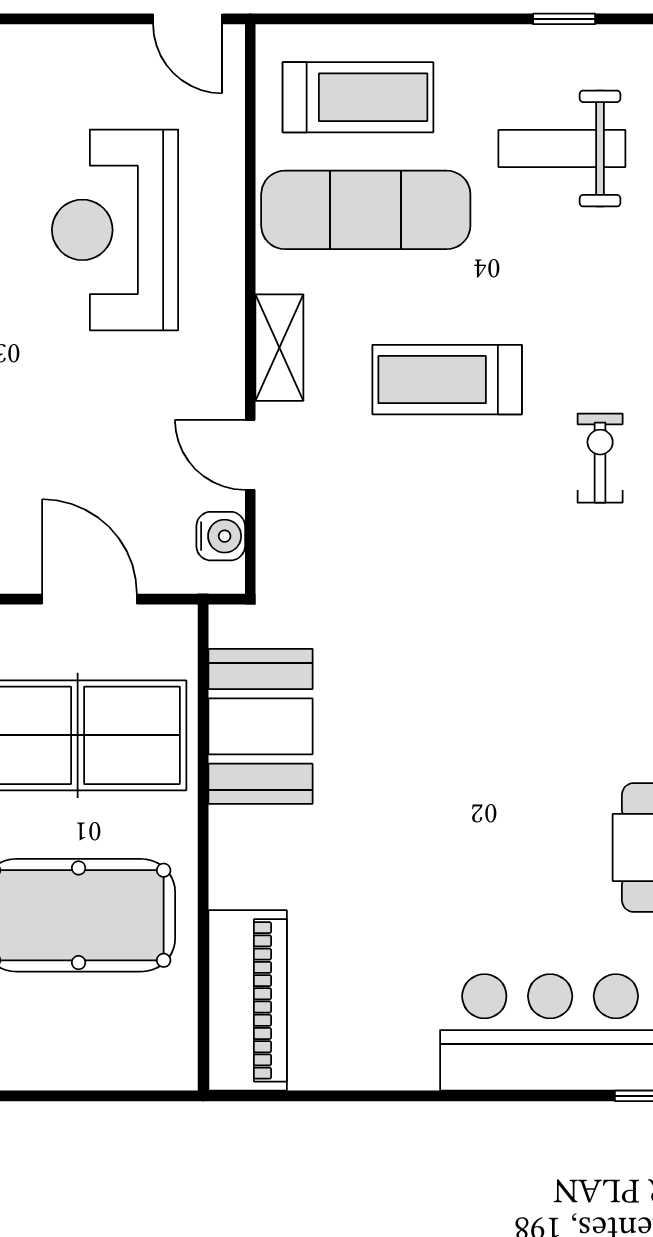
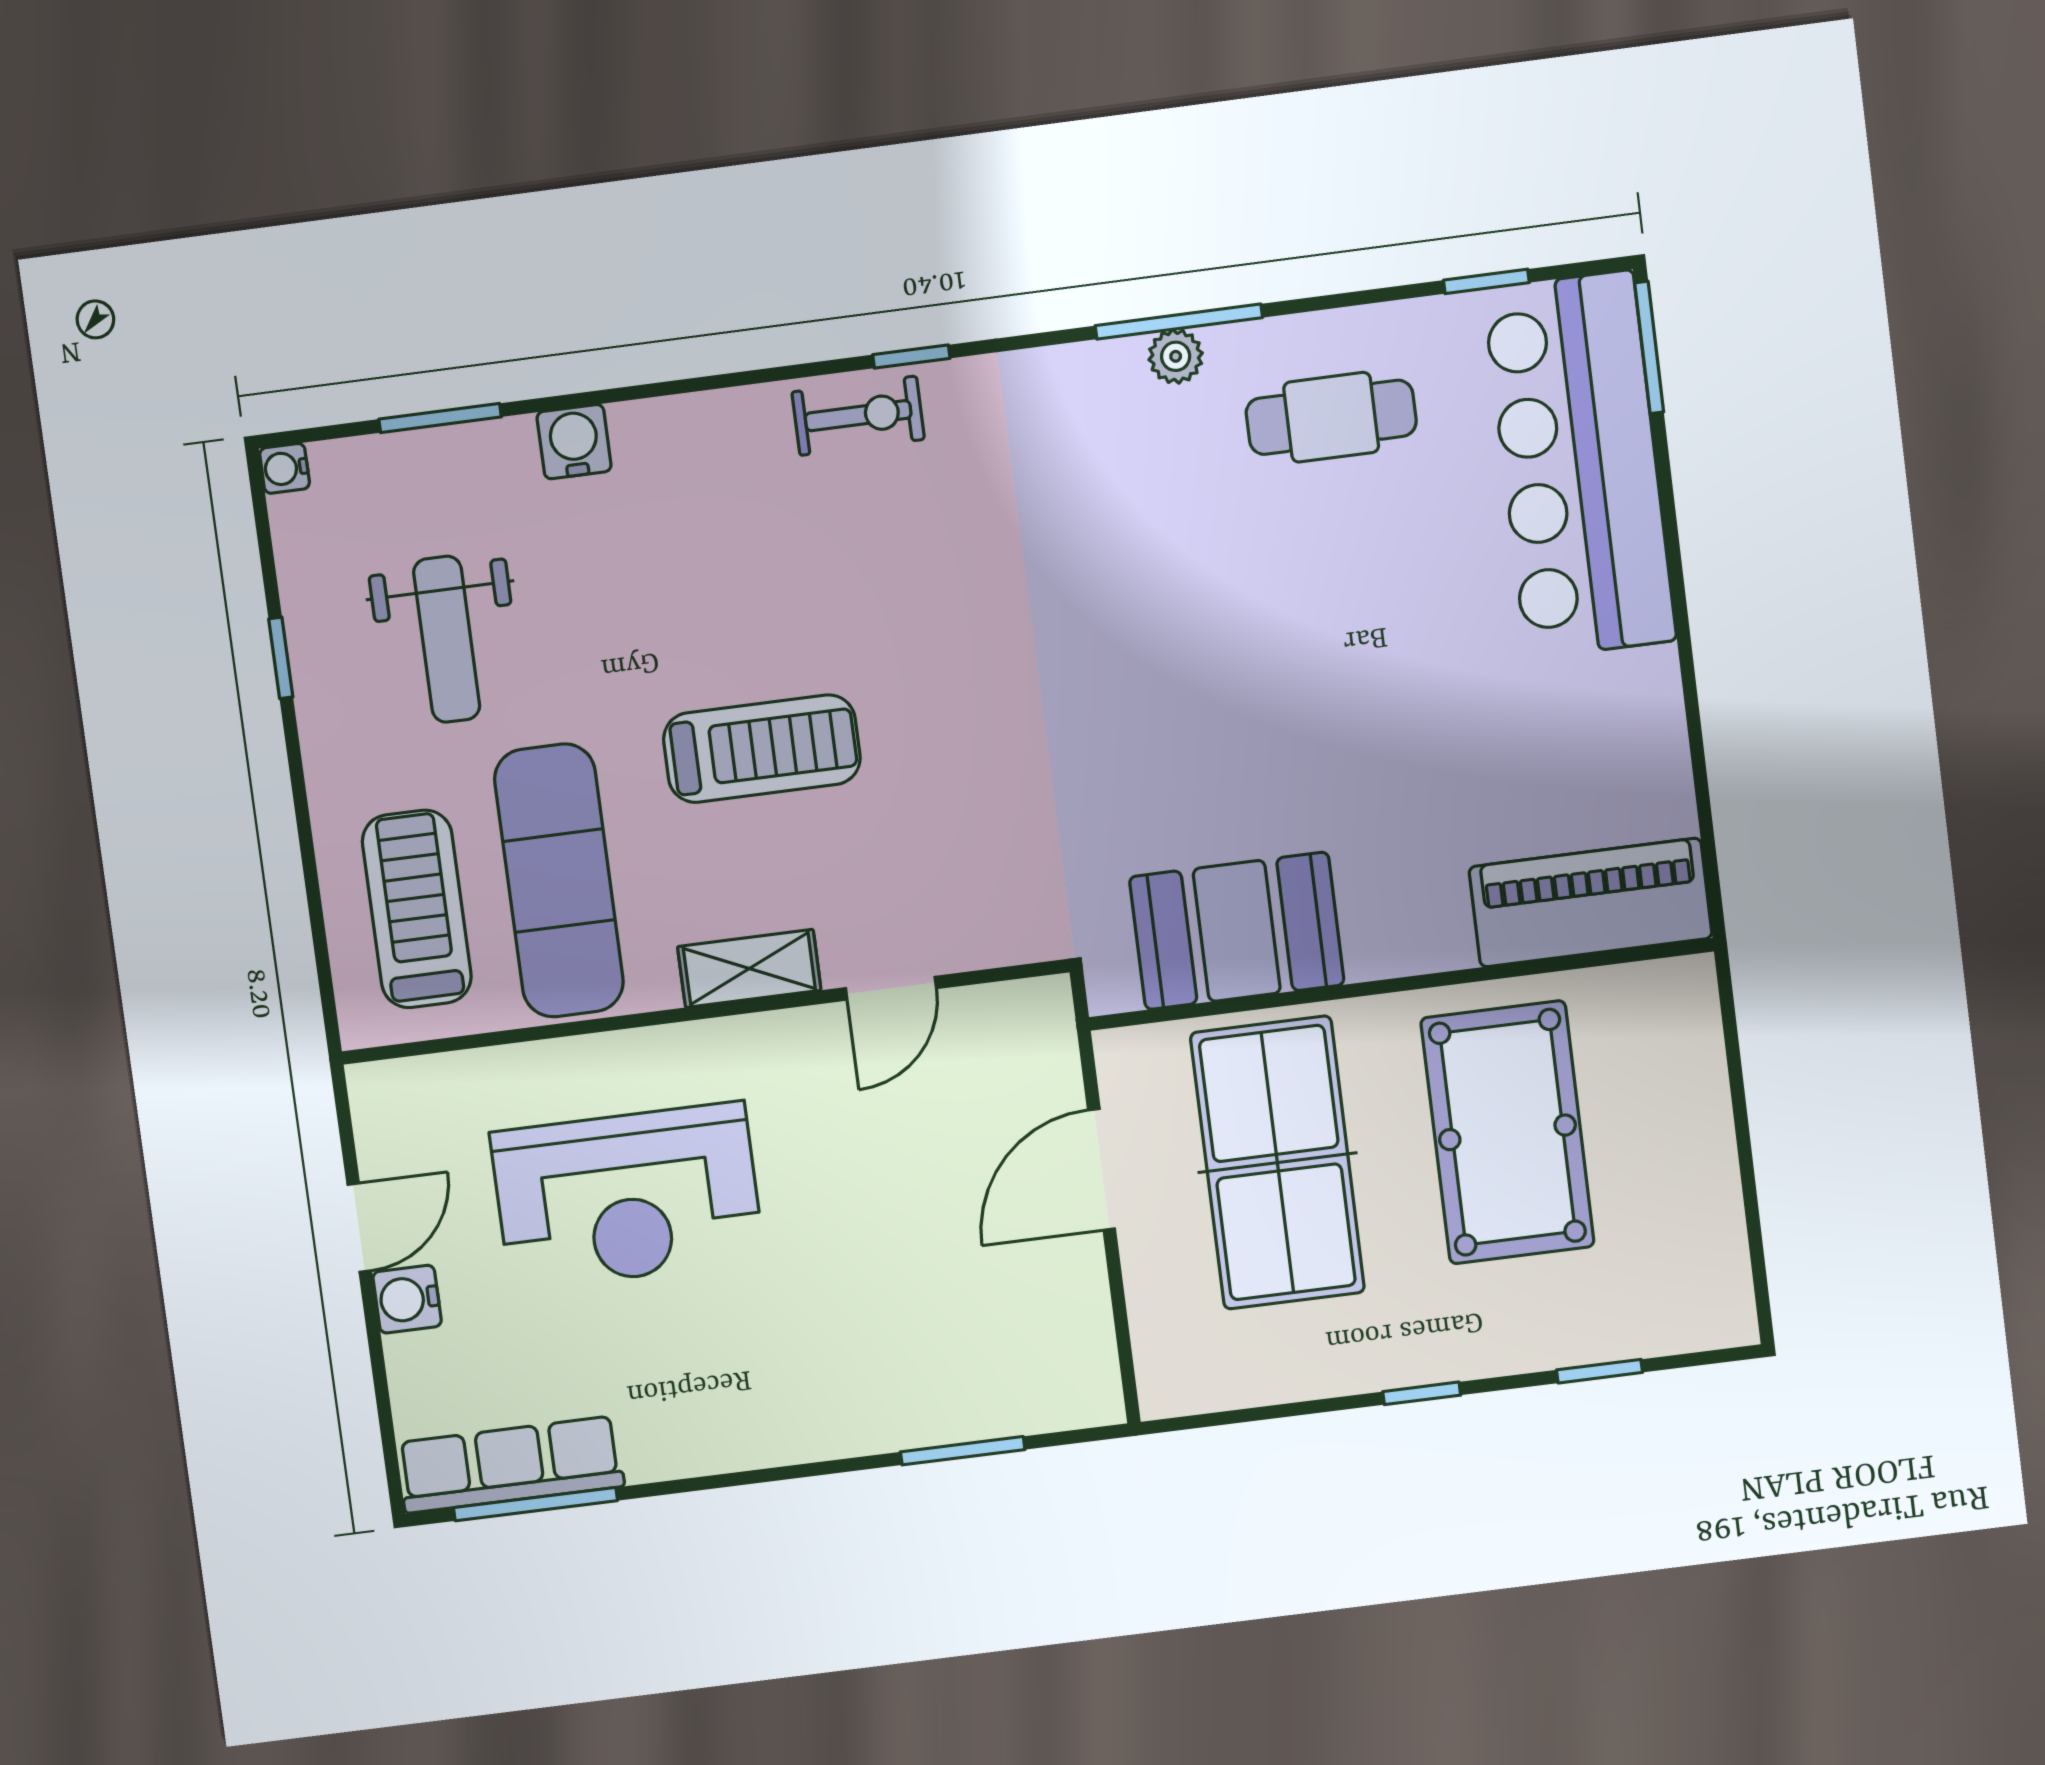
door: (188, 19) -> (359, 1228), moved
treadmill: (447, 380) -> (762, 749), turned -90
exercise bike: (600, 458) -> (837, 539), removed
water cooler: (221, 536) -> (407, 1299), moved, turned -90

